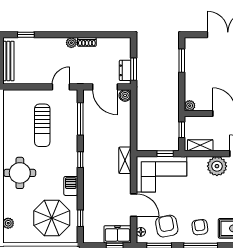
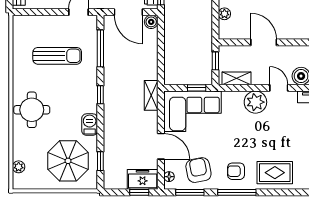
plant: (190, 106) -> (224, 14), moved
sun lounger: (42, 125) -> (57, 56), turned -90
armchair: (200, 227) -> (236, 171), turned -82

